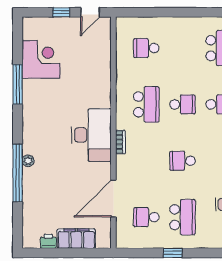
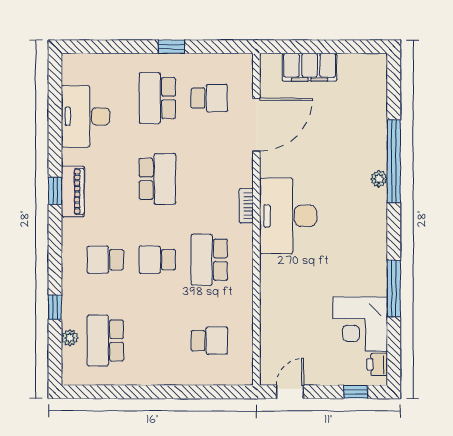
window: (61, 12) -> (356, 392), moved
school desk: (183, 161) -> (157, 179), width x1.85
printer: (48, 241) -> (377, 364), moved, turned 90

